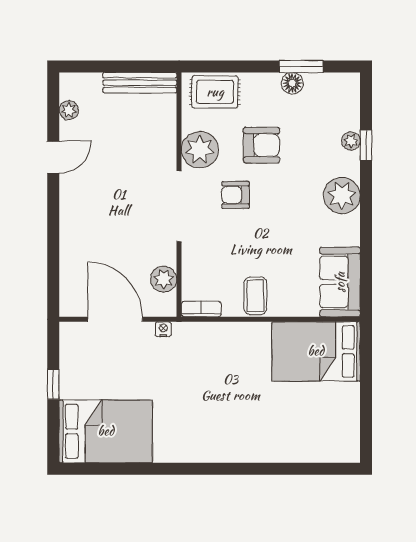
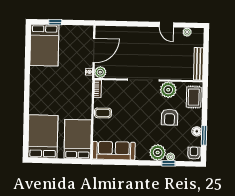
armchair: (236, 195) -> (194, 153), moved
plant: (342, 196) -> (158, 152), moved
plant: (164, 279) -> (100, 72), moved
sofa: (340, 282) -> (114, 151), width x1.36
window: (53, 384) -> (55, 22), moved
bed: (312, 430) -> (43, 136), added

